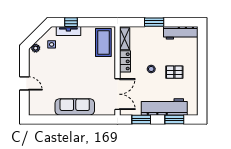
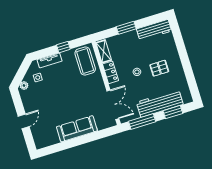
window: (71, 22) -> (63, 47), moved
door: (24, 83) -> (24, 121), hinge flipped
window: (141, 120) -> (142, 121), width x1.44

